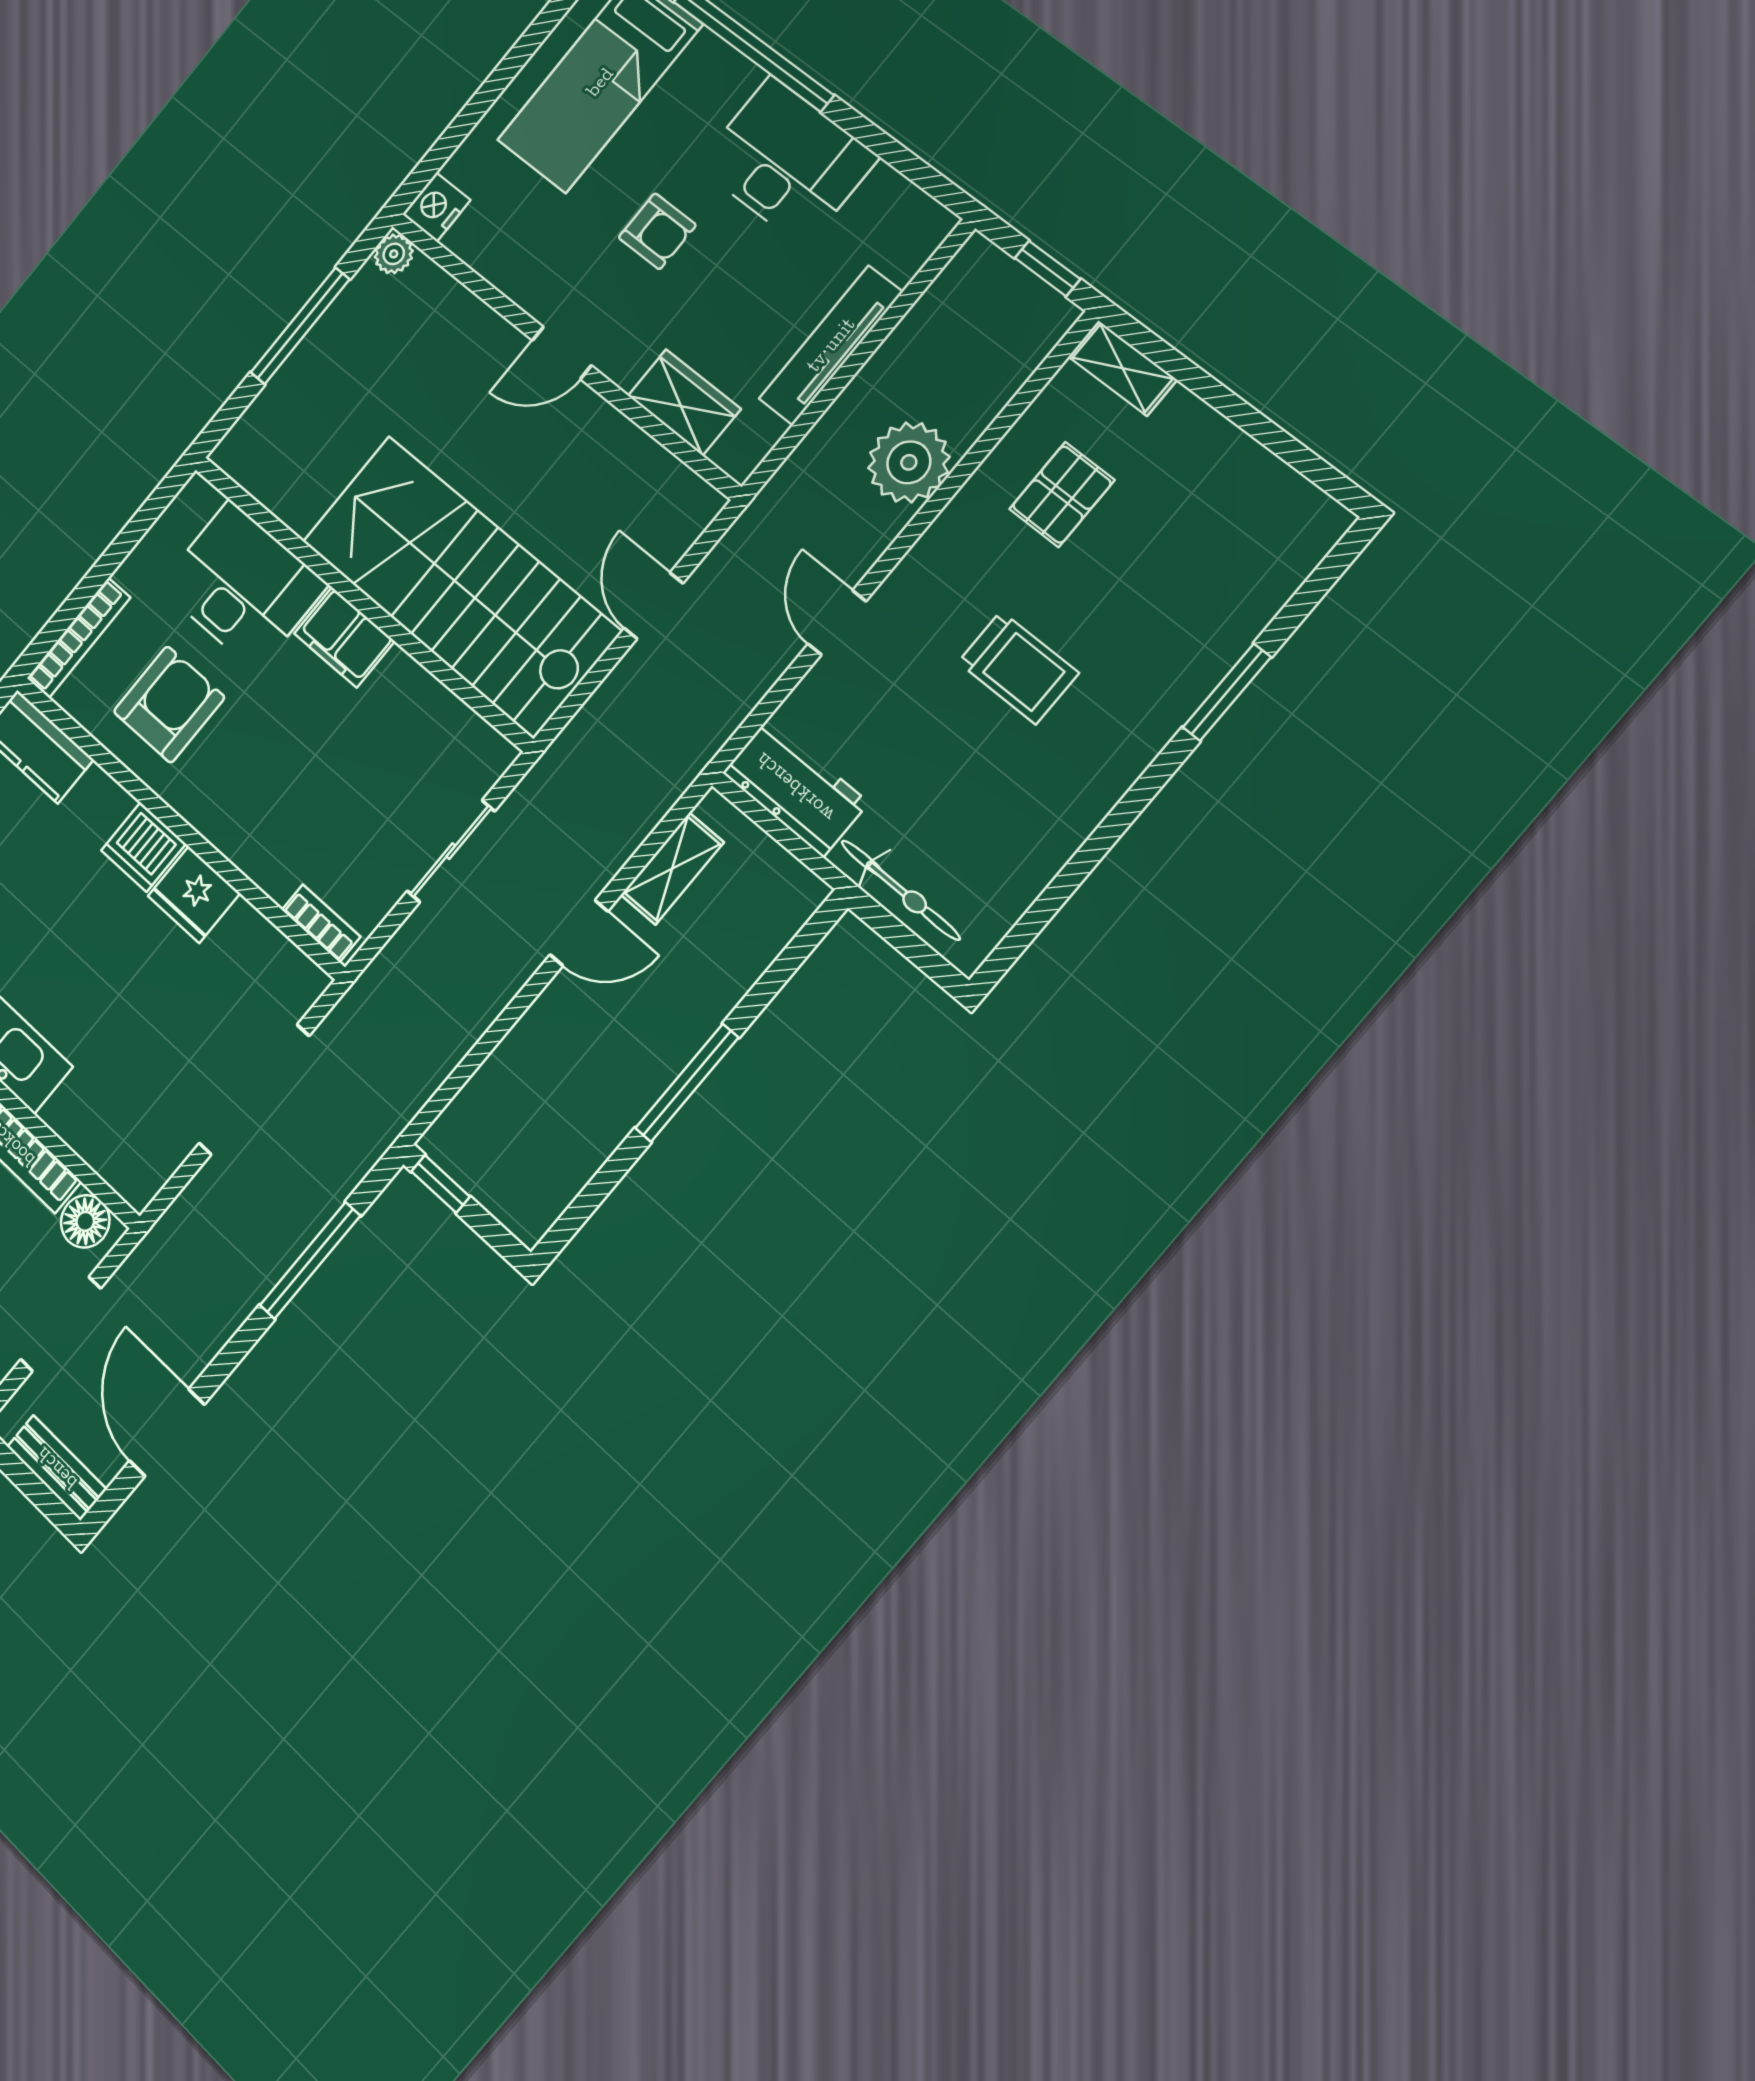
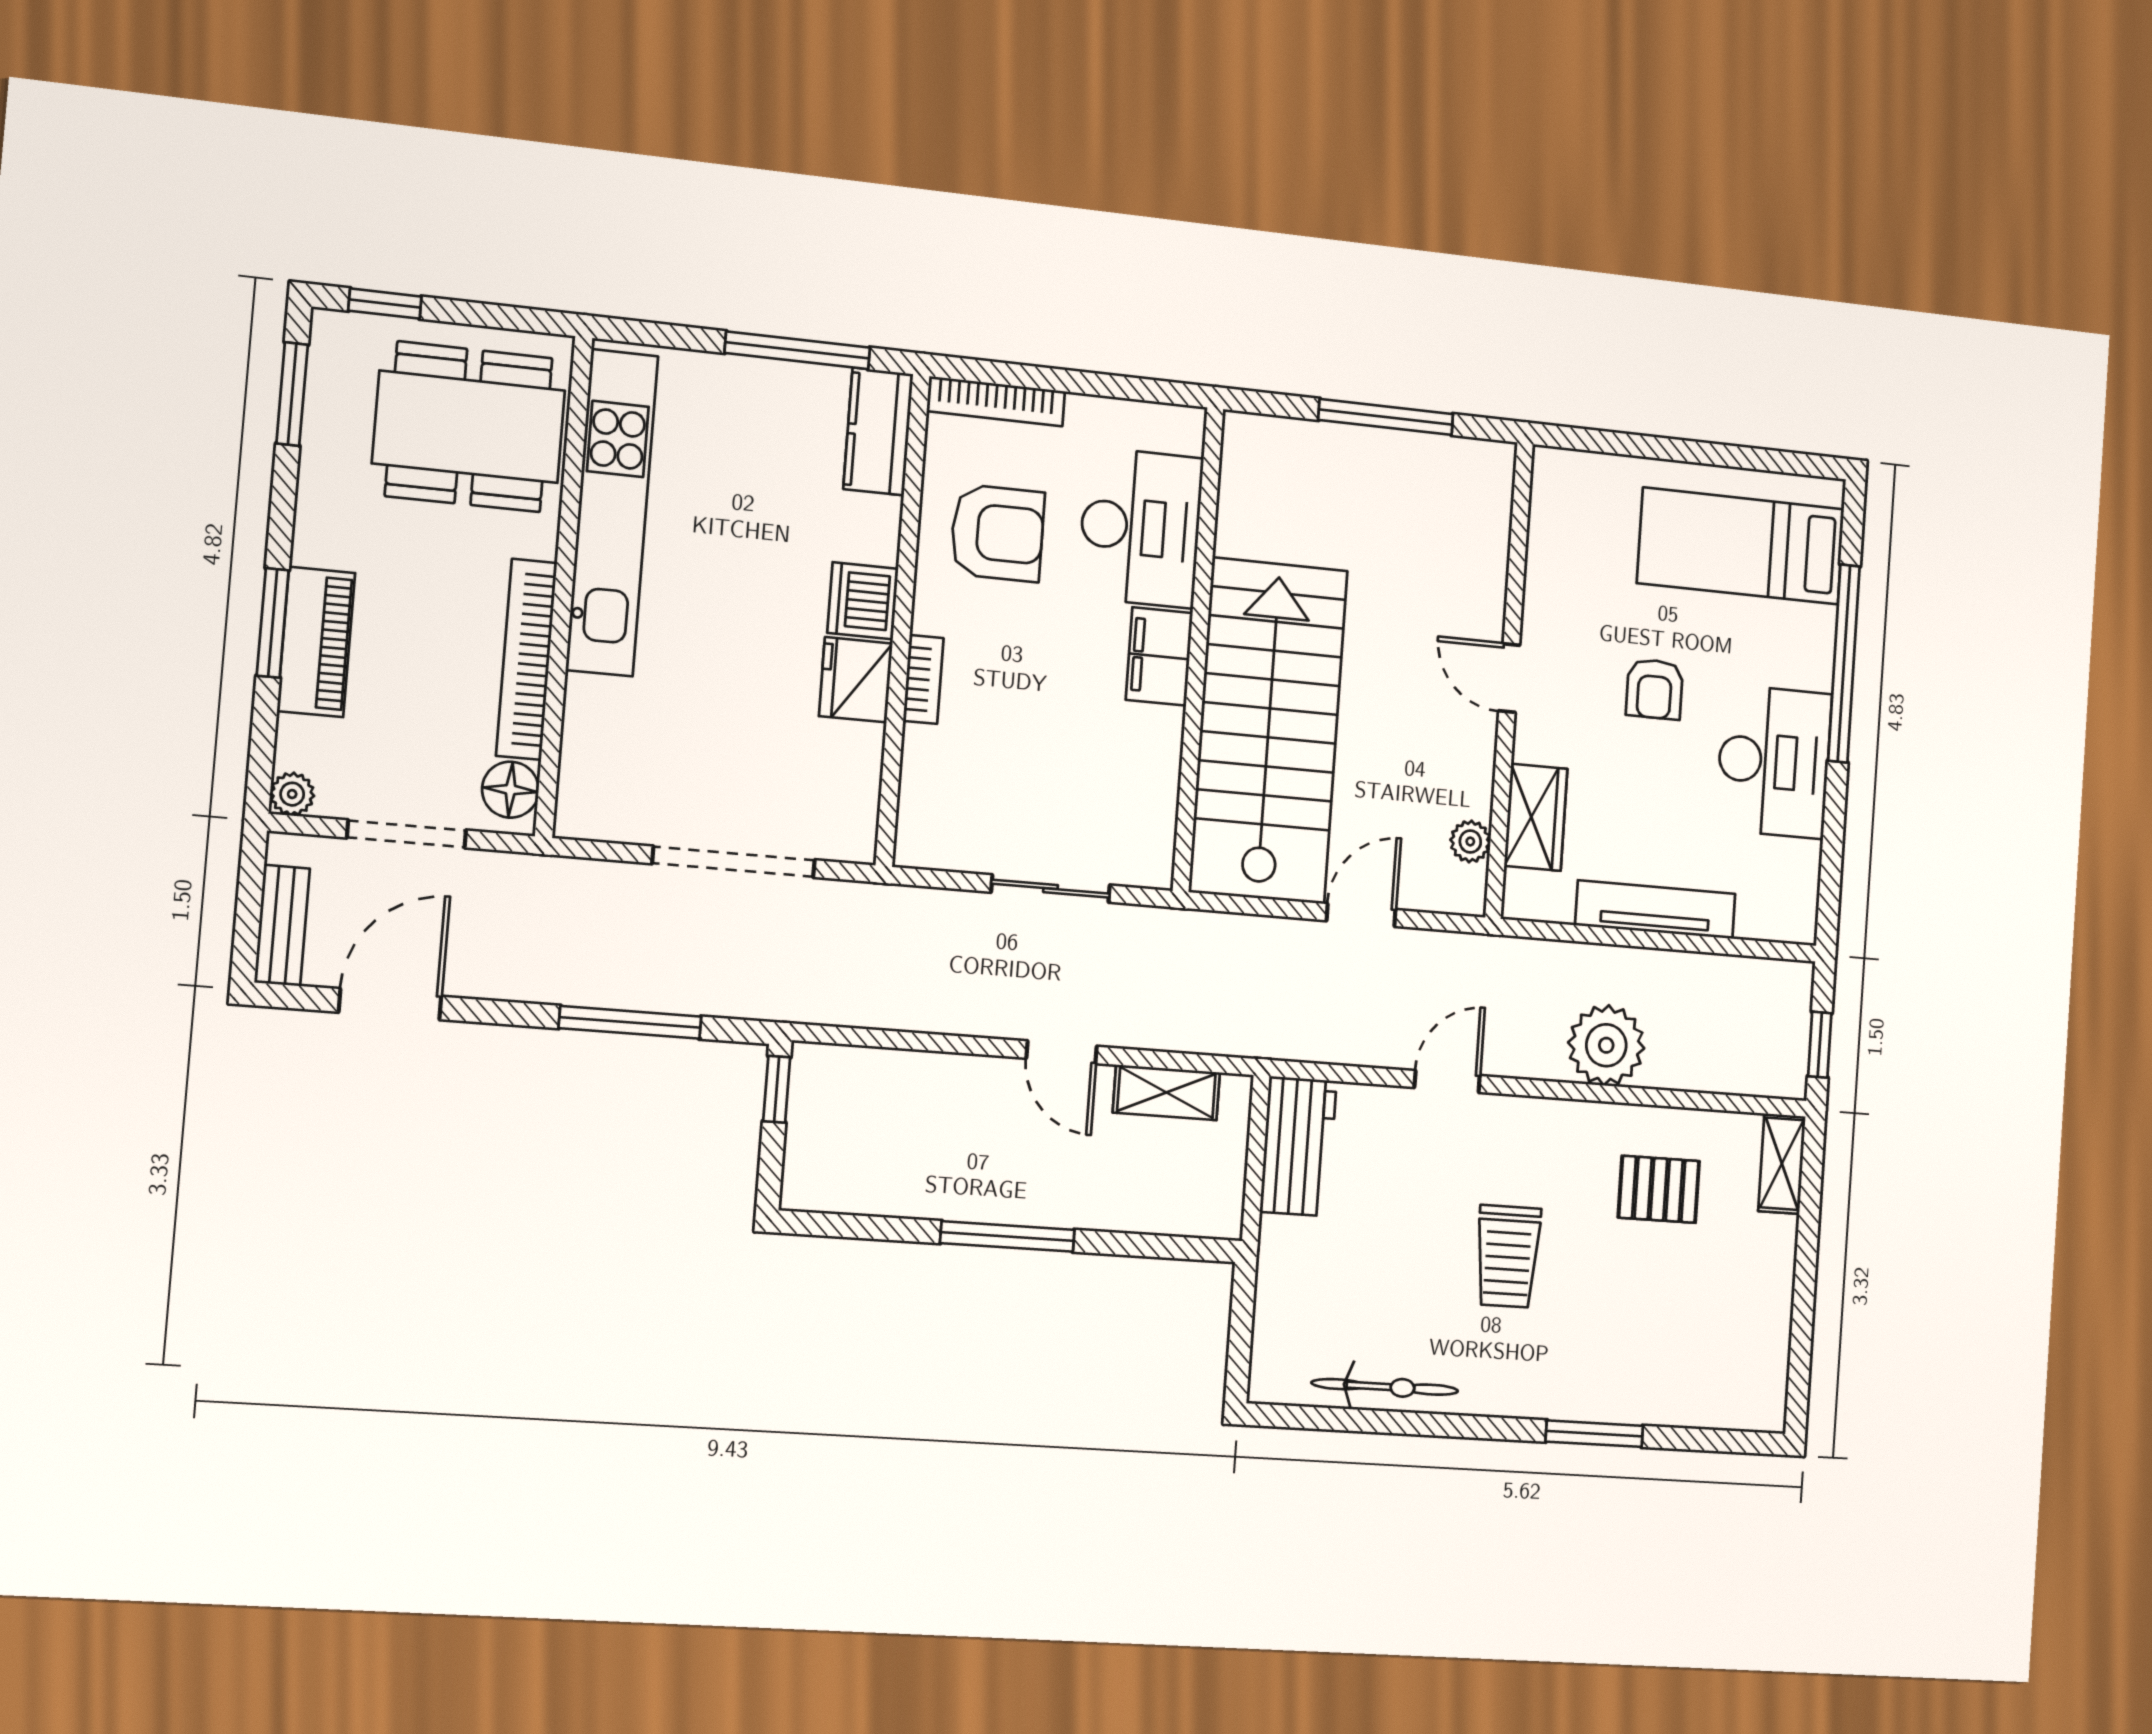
nightstand: (436, 207) -> (1557, 472), removed
plant: (394, 254) -> (1470, 841), moved
bicycle: (900, 890) -> (1385, 1387), moved, turned -90
bookcase: (321, 923) -> (923, 679), moved

